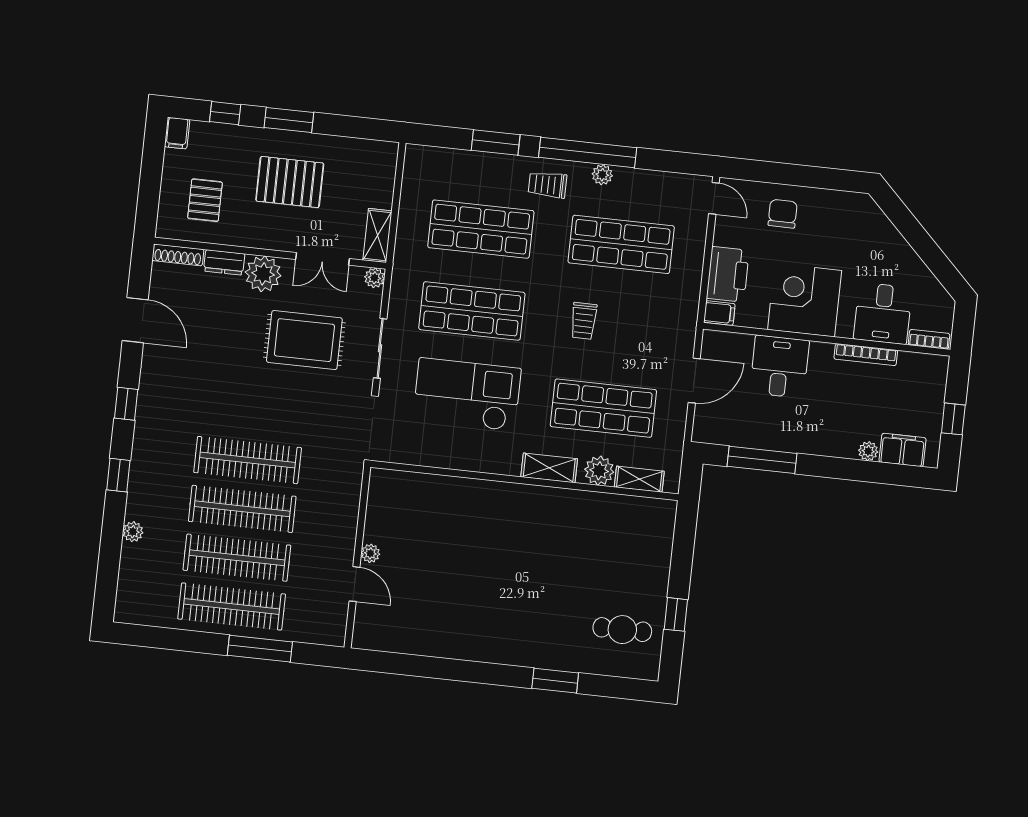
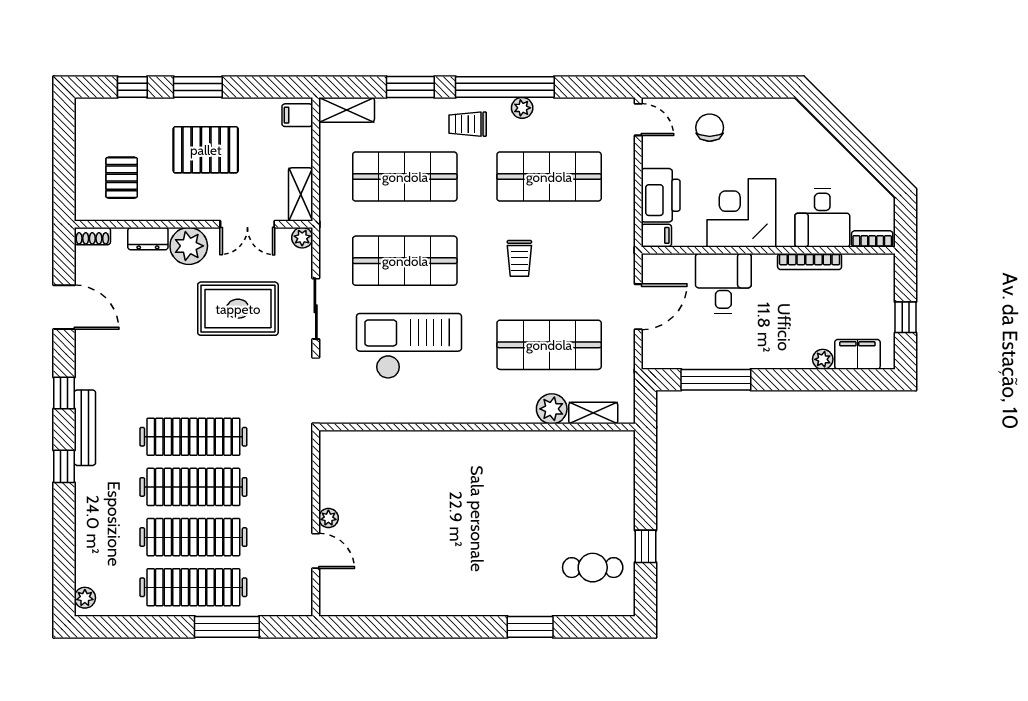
filing cabinet: (177, 133) -> (297, 115), moved, turned 90
shoe rack: (178, 255) -> (92, 236), width x0.70
bench: (143, 440) -> (85, 428), added
shelving: (549, 468) -> (347, 110), moved
plant: (133, 532) -> (85, 598), moved

